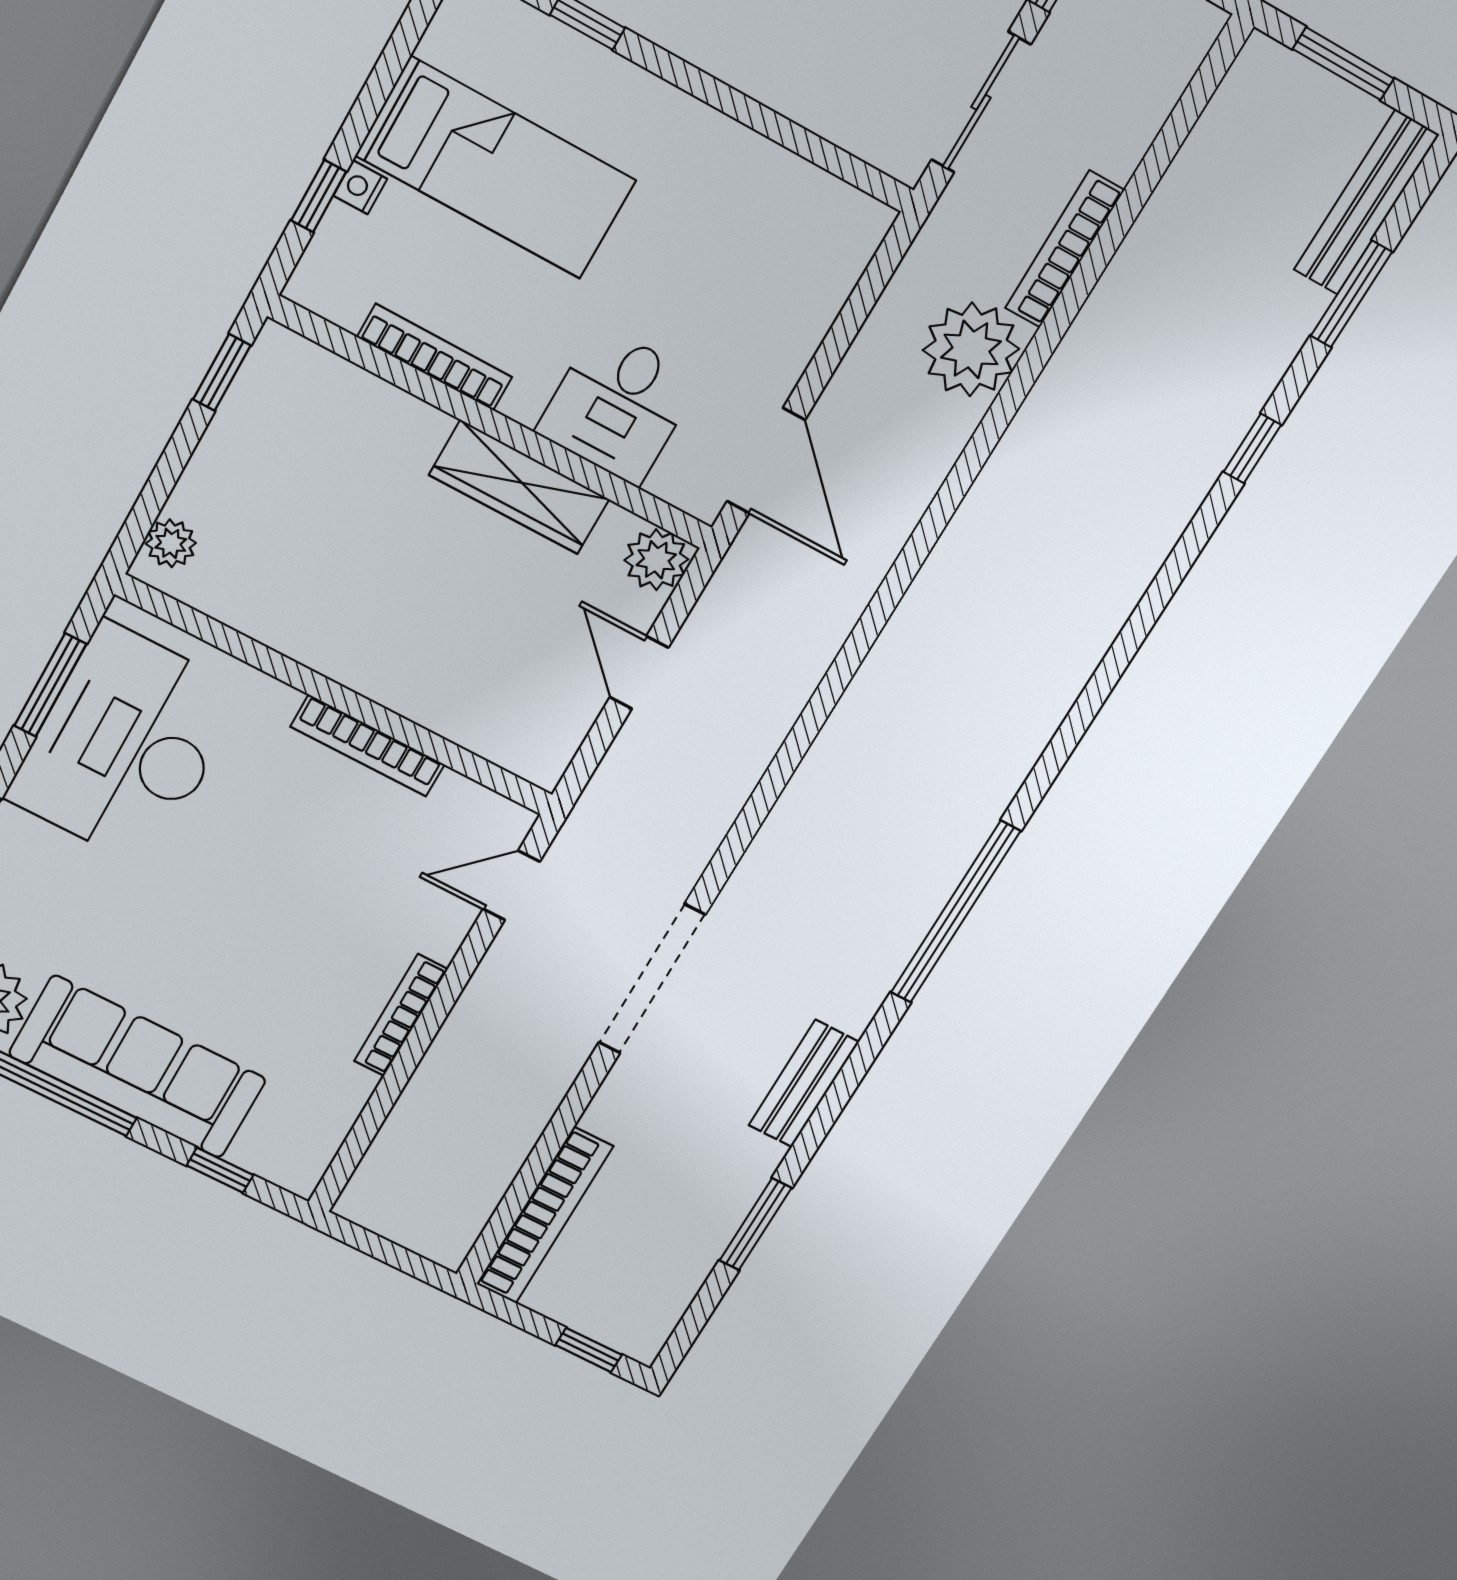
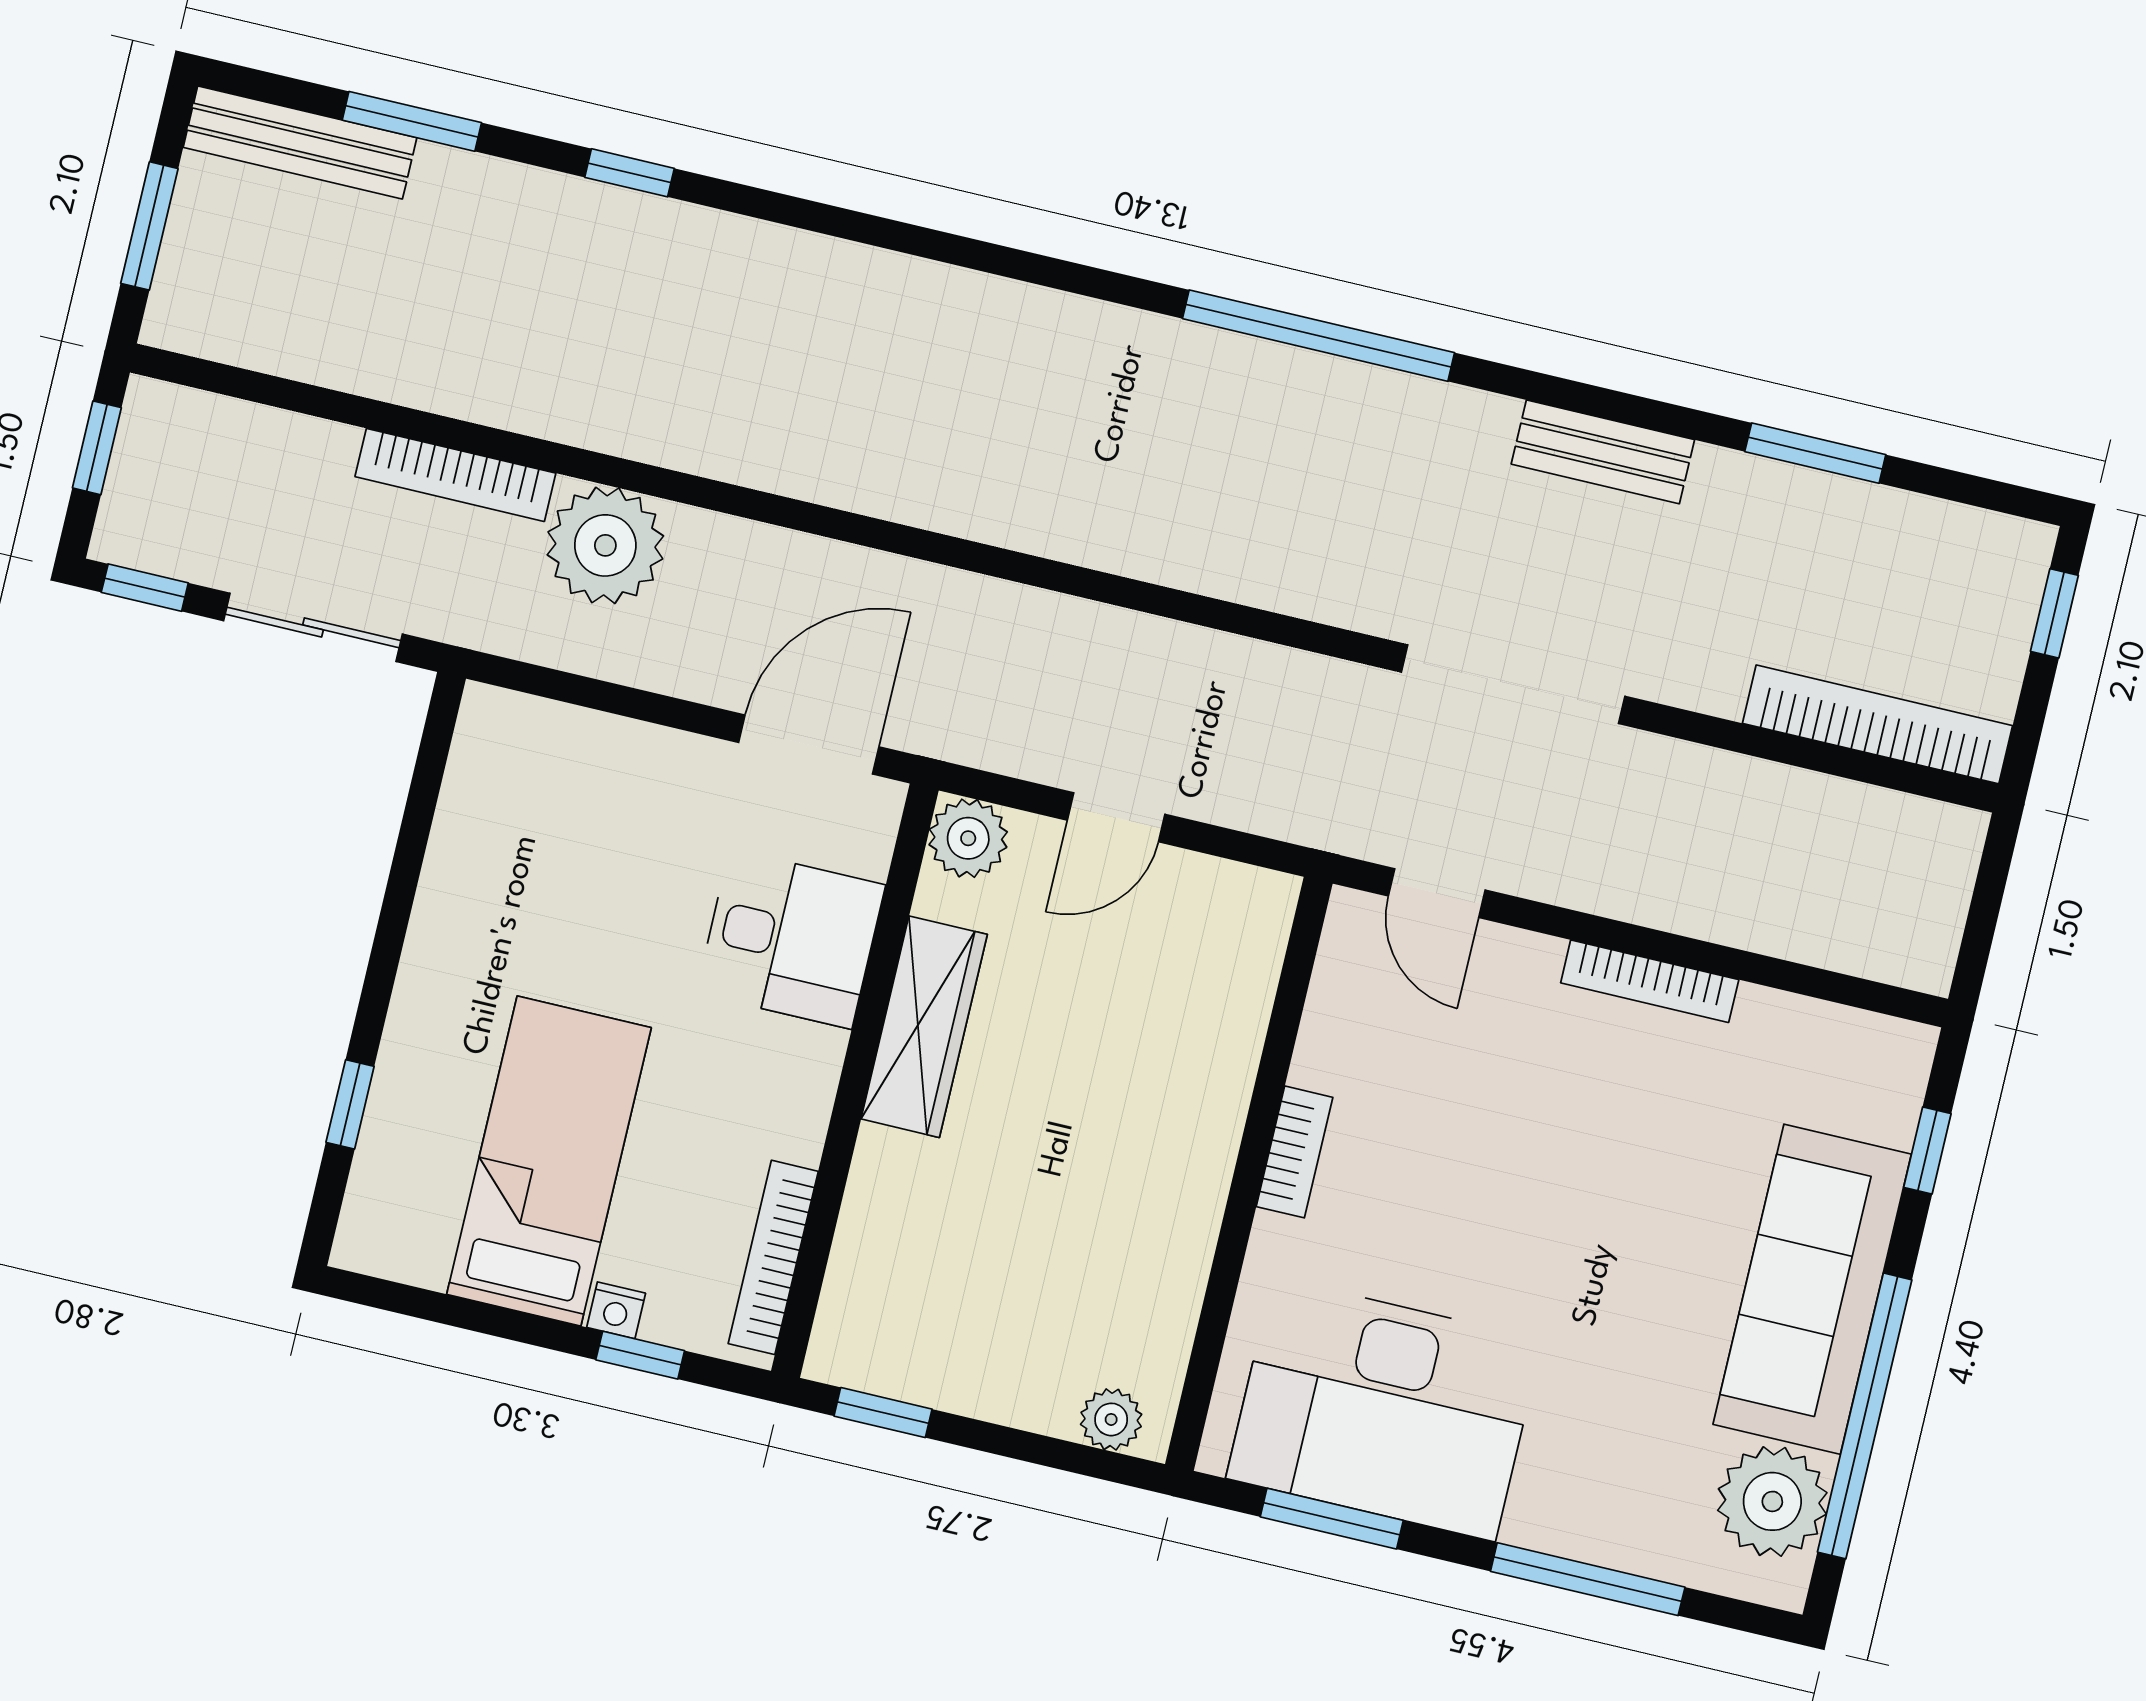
bookcase: (435, 357) -> (773, 1257), moved
bookcase: (368, 746) -> (1295, 1152), width x0.64

